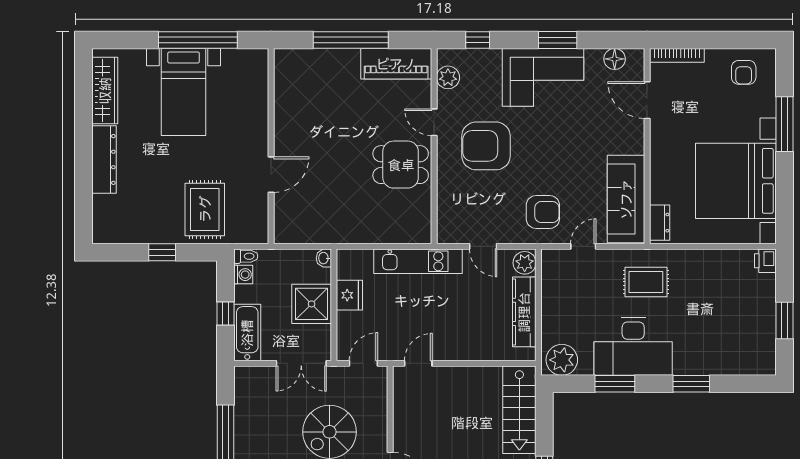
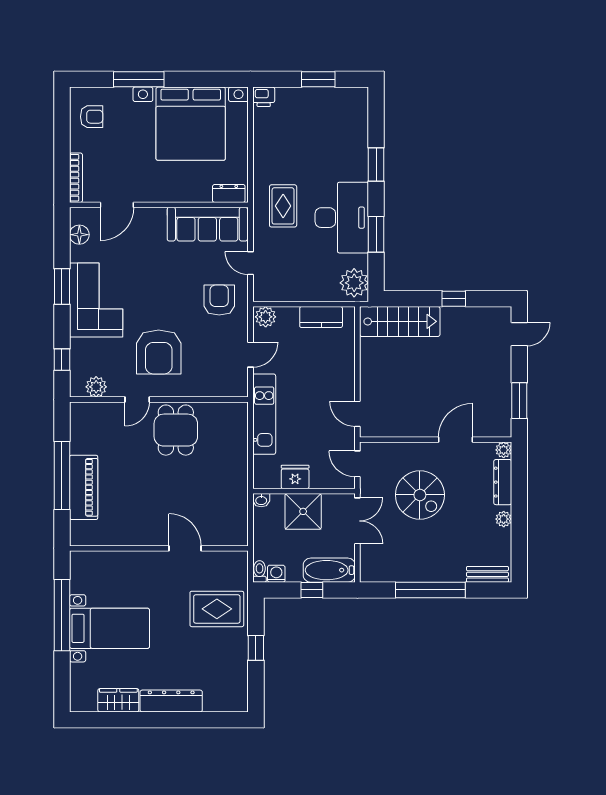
piano: (396, 64) -> (84, 487), moved
wardrobe: (105, 91) -> (118, 700), width x0.67
kitchen counter: (524, 312) -> (321, 317), width x0.67

